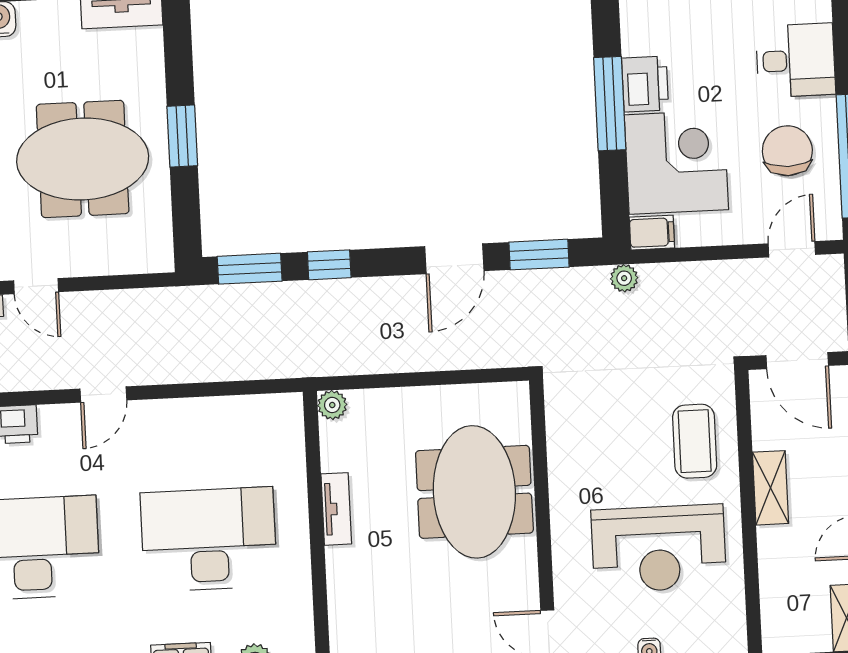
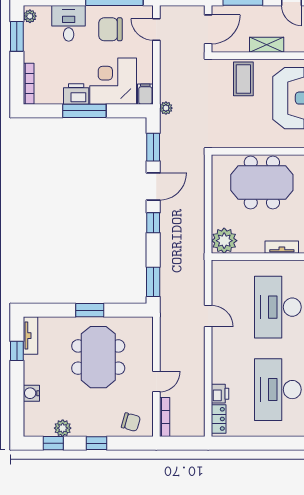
door: (454, 259) -> (153, 186), hinge flipped
window: (329, 265) -> (153, 223), moved
door: (103, 394) -> (208, 316), moved
plant: (332, 405) -> (224, 241), width x1.88, depth x1.88
coffee table: (695, 441) -> (243, 79), turned 90
tv unit: (336, 509) -> (282, 247), moved

